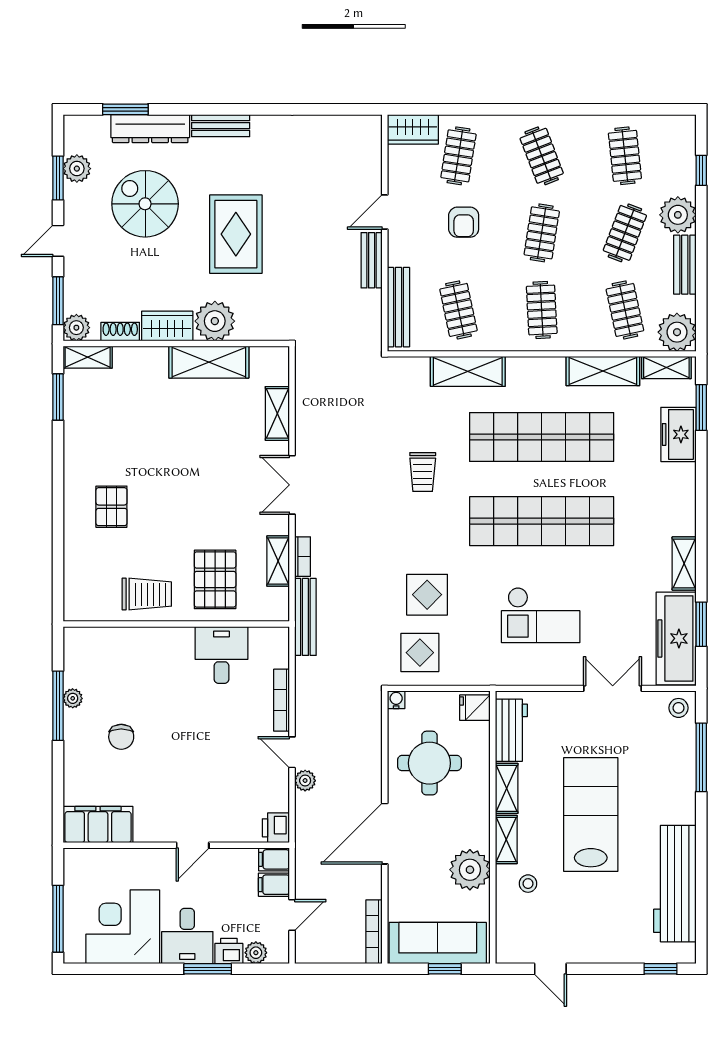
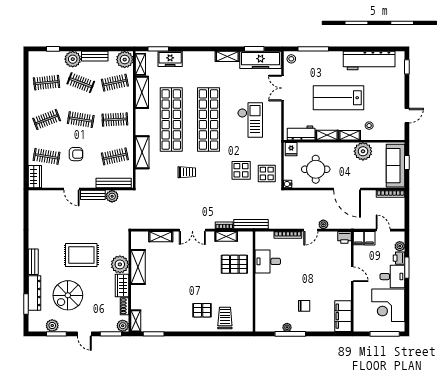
plant: (368, 304) -> (112, 196), added
trolley: (147, 594) -> (225, 318), moved

